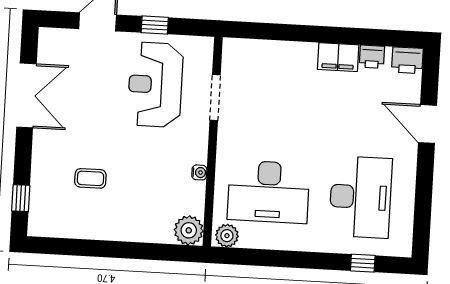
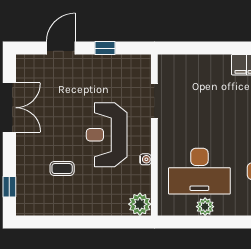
reception desk: (155, 85) -> (107, 135), moved
plant: (227, 236) -> (205, 207), moved

